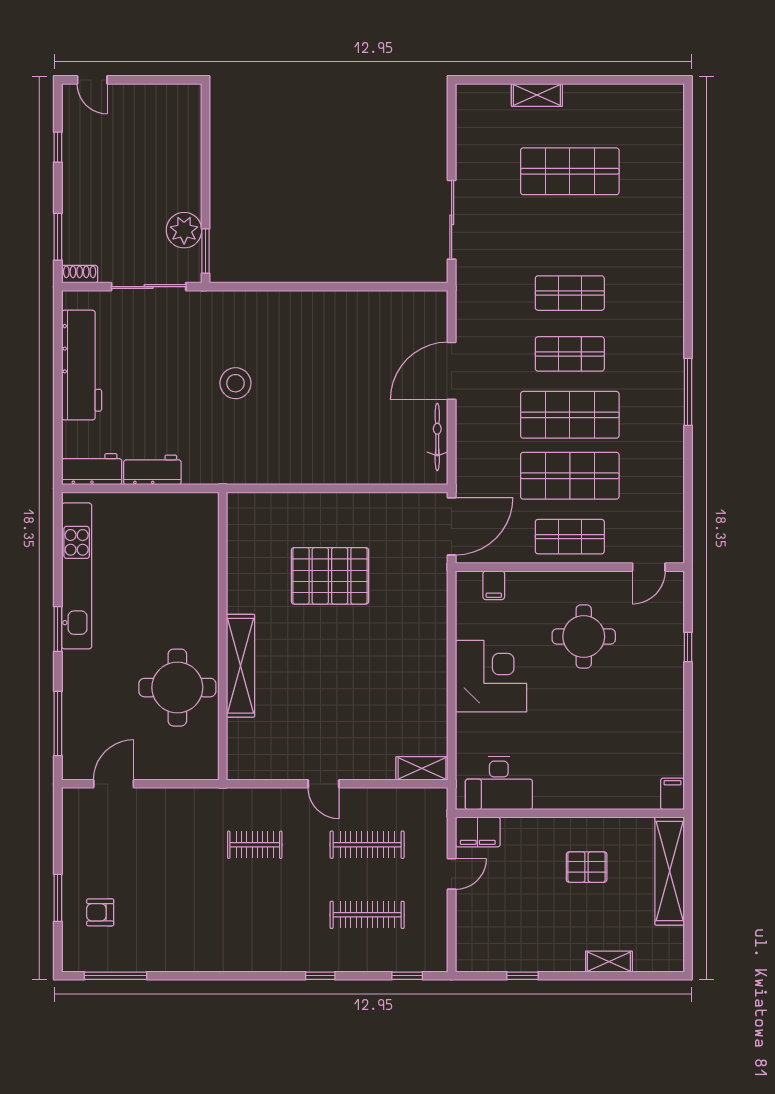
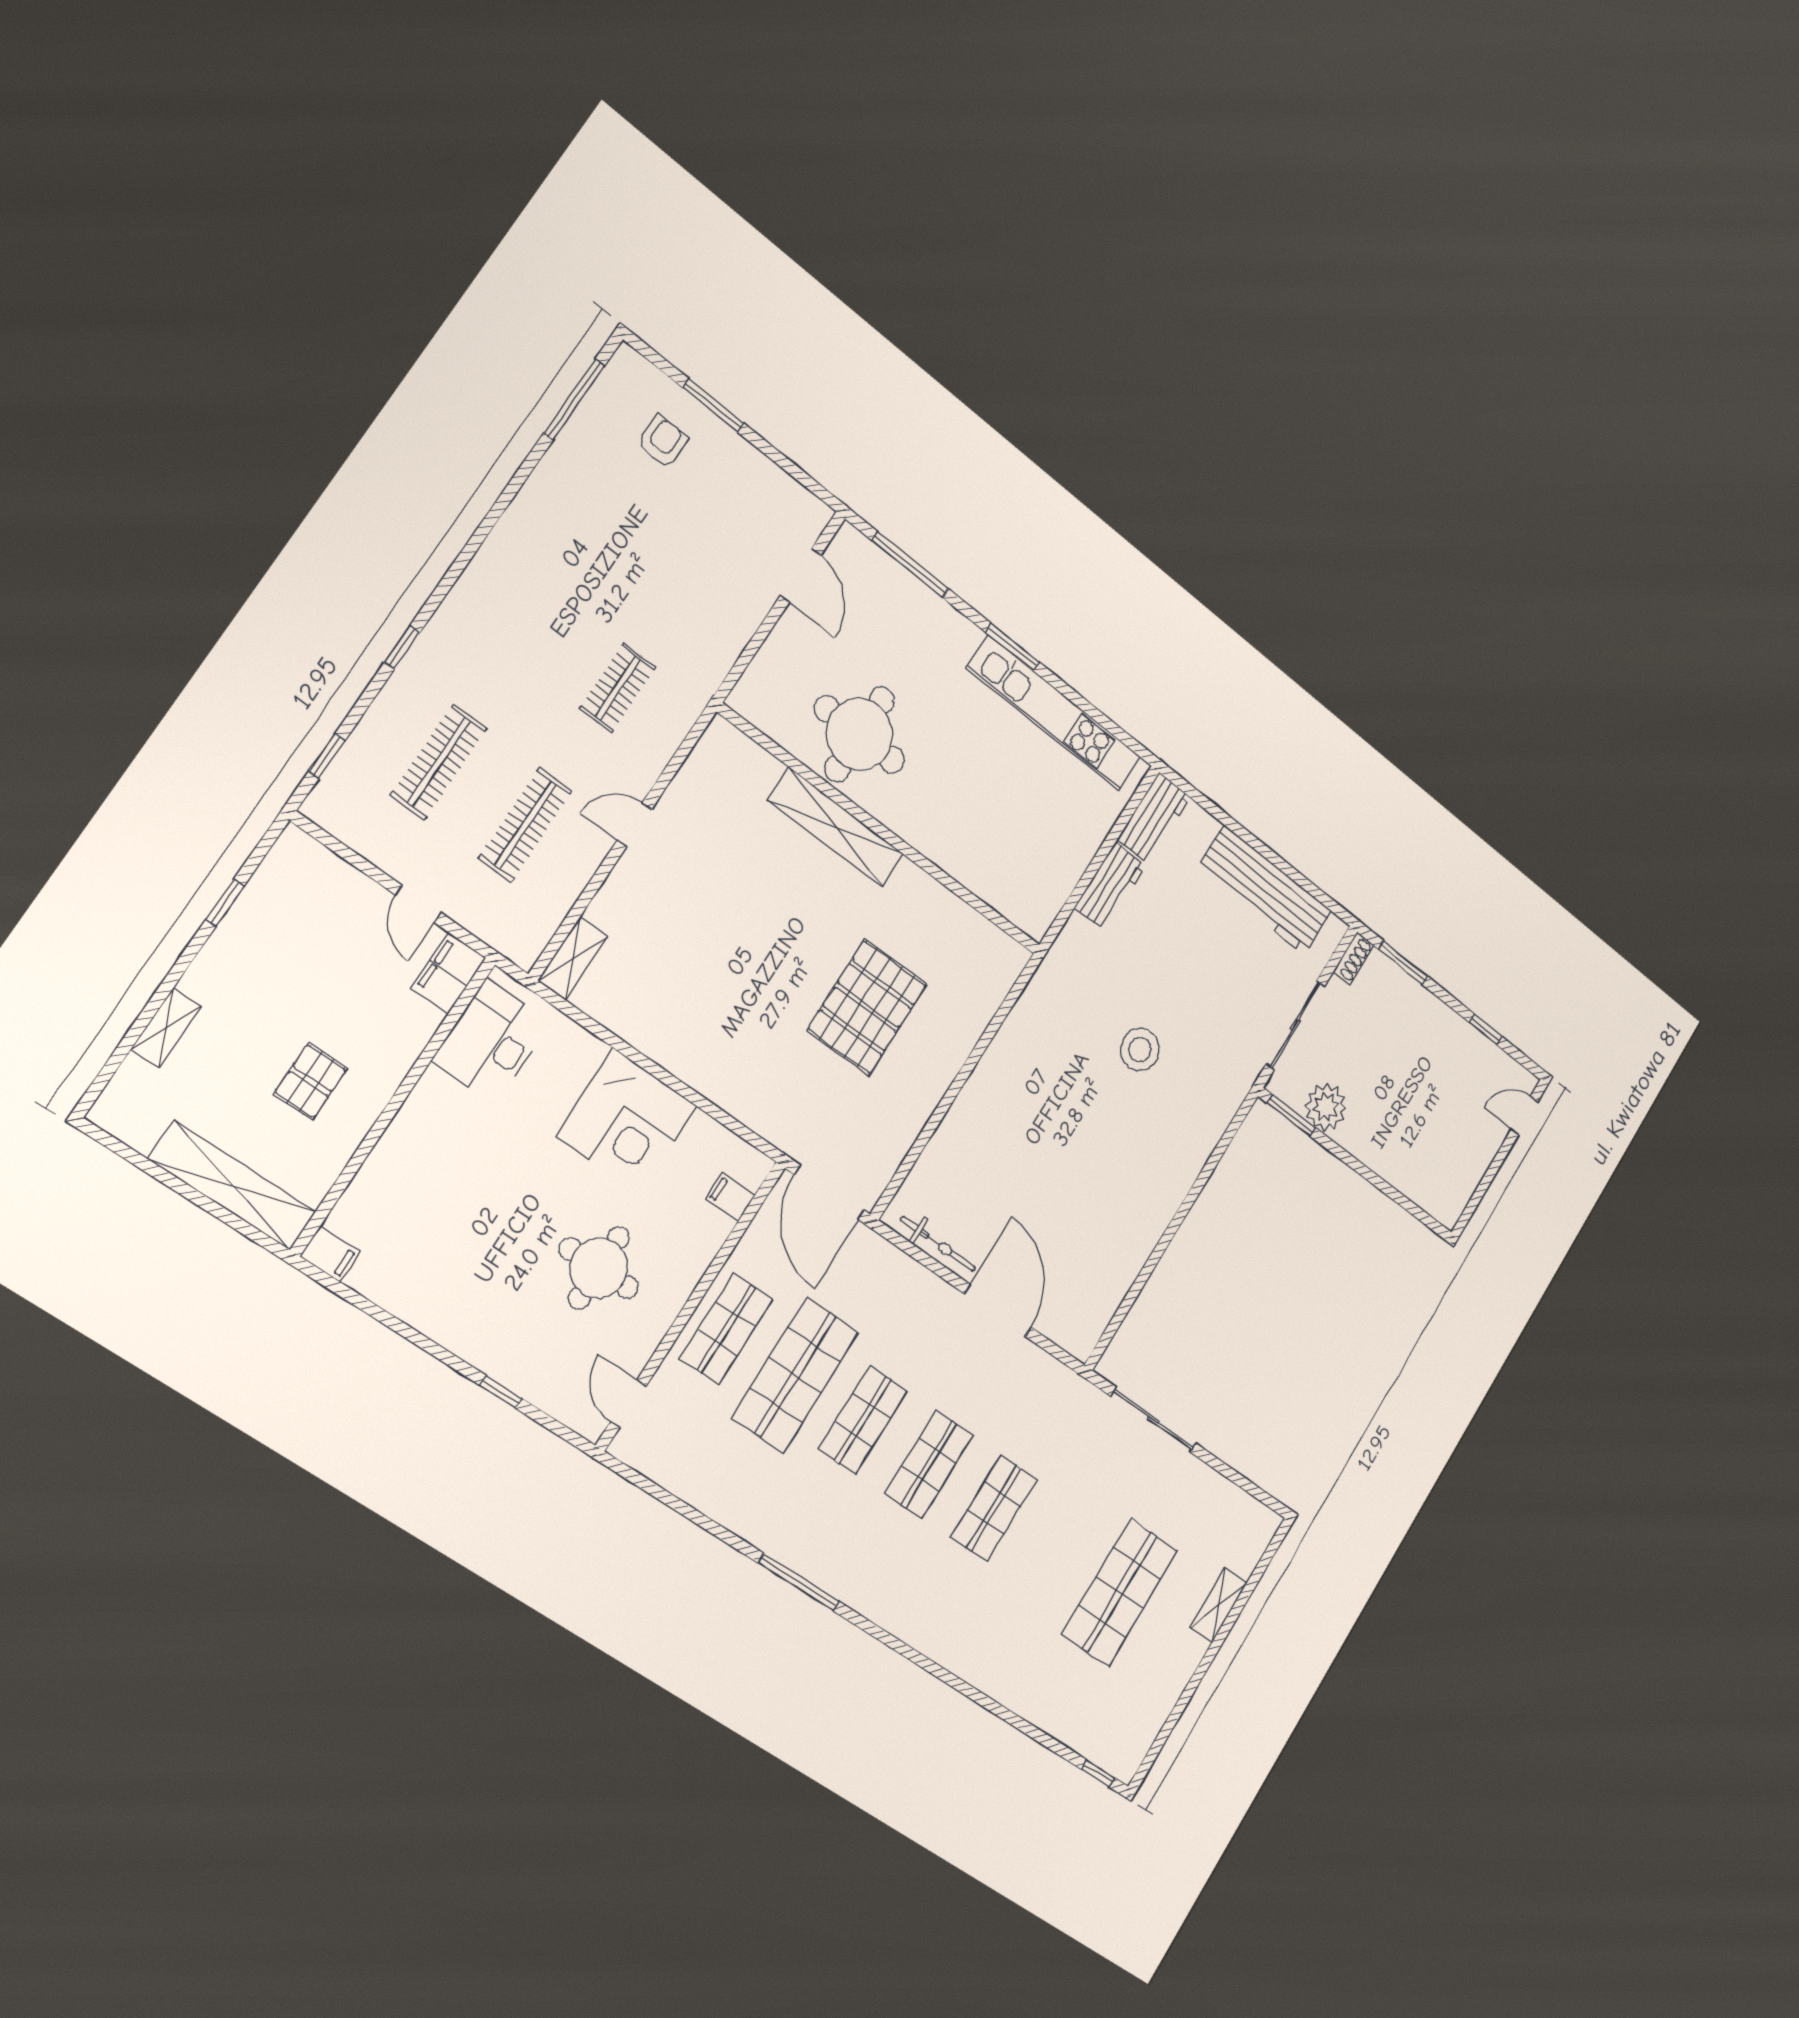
window: (688, 111) -> (1098, 1774), added
shop shelf: (570, 415) -> (863, 1420), width x0.70, depth x0.74

